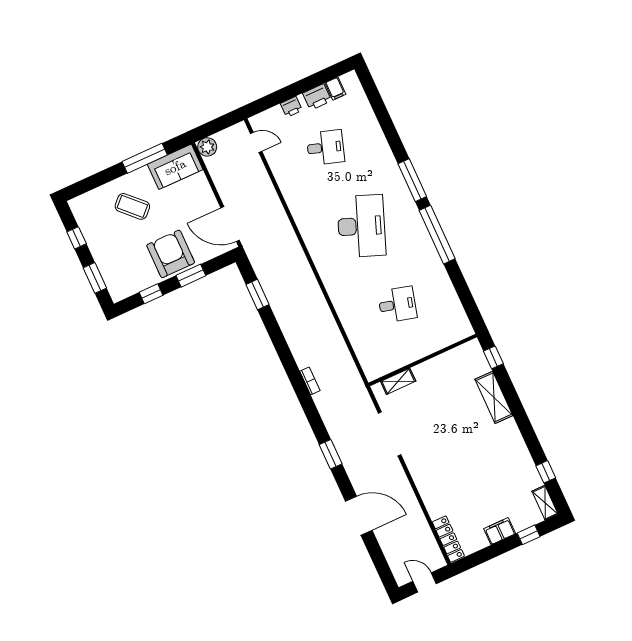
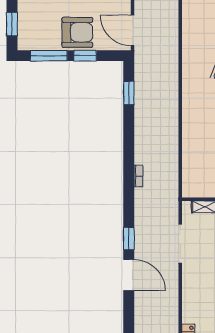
armchair: (171, 254) -> (77, 32), turned 90
window: (151, 294) -> (49, 56), width x2.17
door: (359, 516) -> (129, 275), moved

